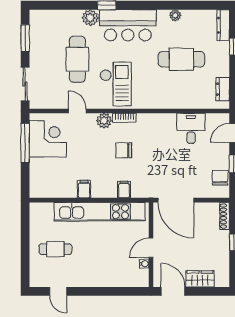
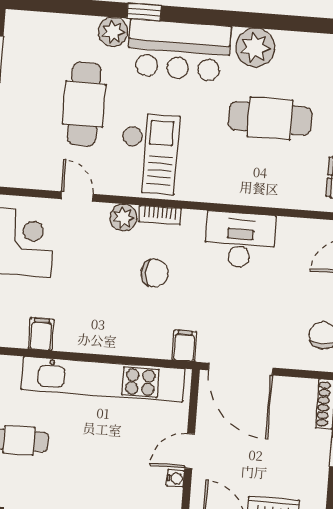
plant: (175, 15) -> (255, 48), width x1.88, depth x1.88
desk: (191, 128) -> (240, 240), moved, width x1.37
chair: (124, 150) -> (155, 273), turned 180
filing cabinet: (84, 189) -> (41, 334), moved
filing cabinet: (124, 190) -> (184, 346), moved

